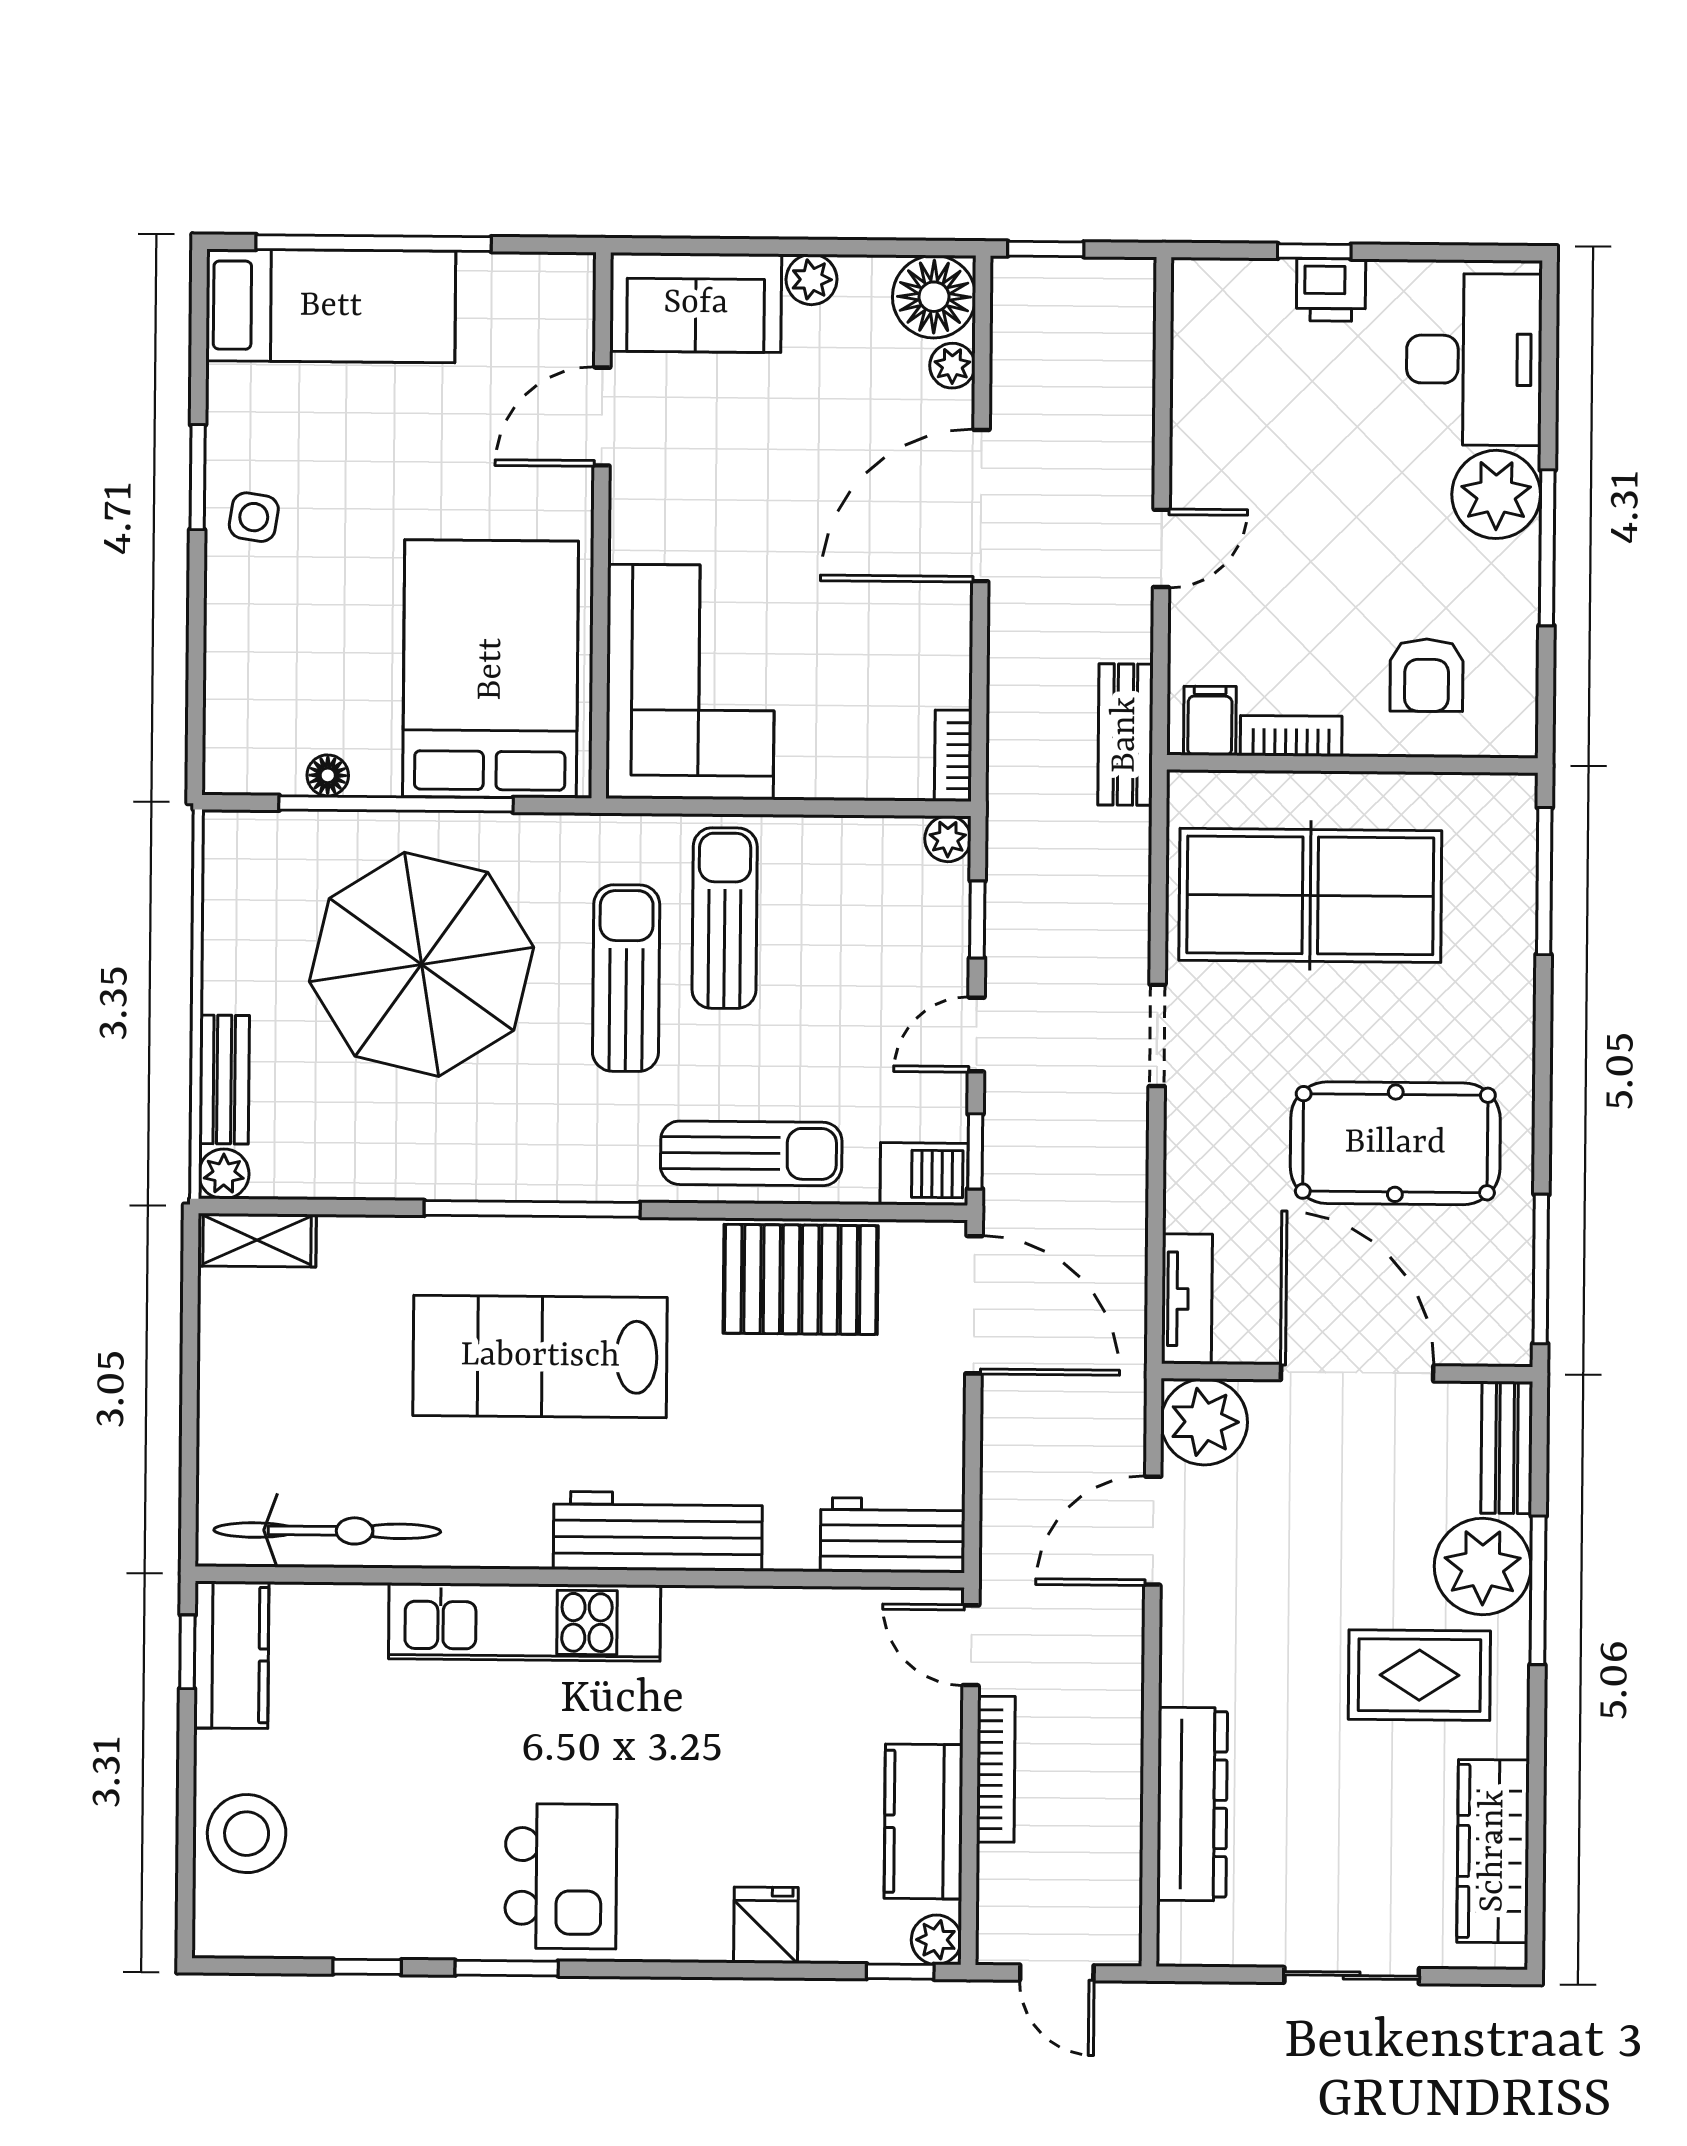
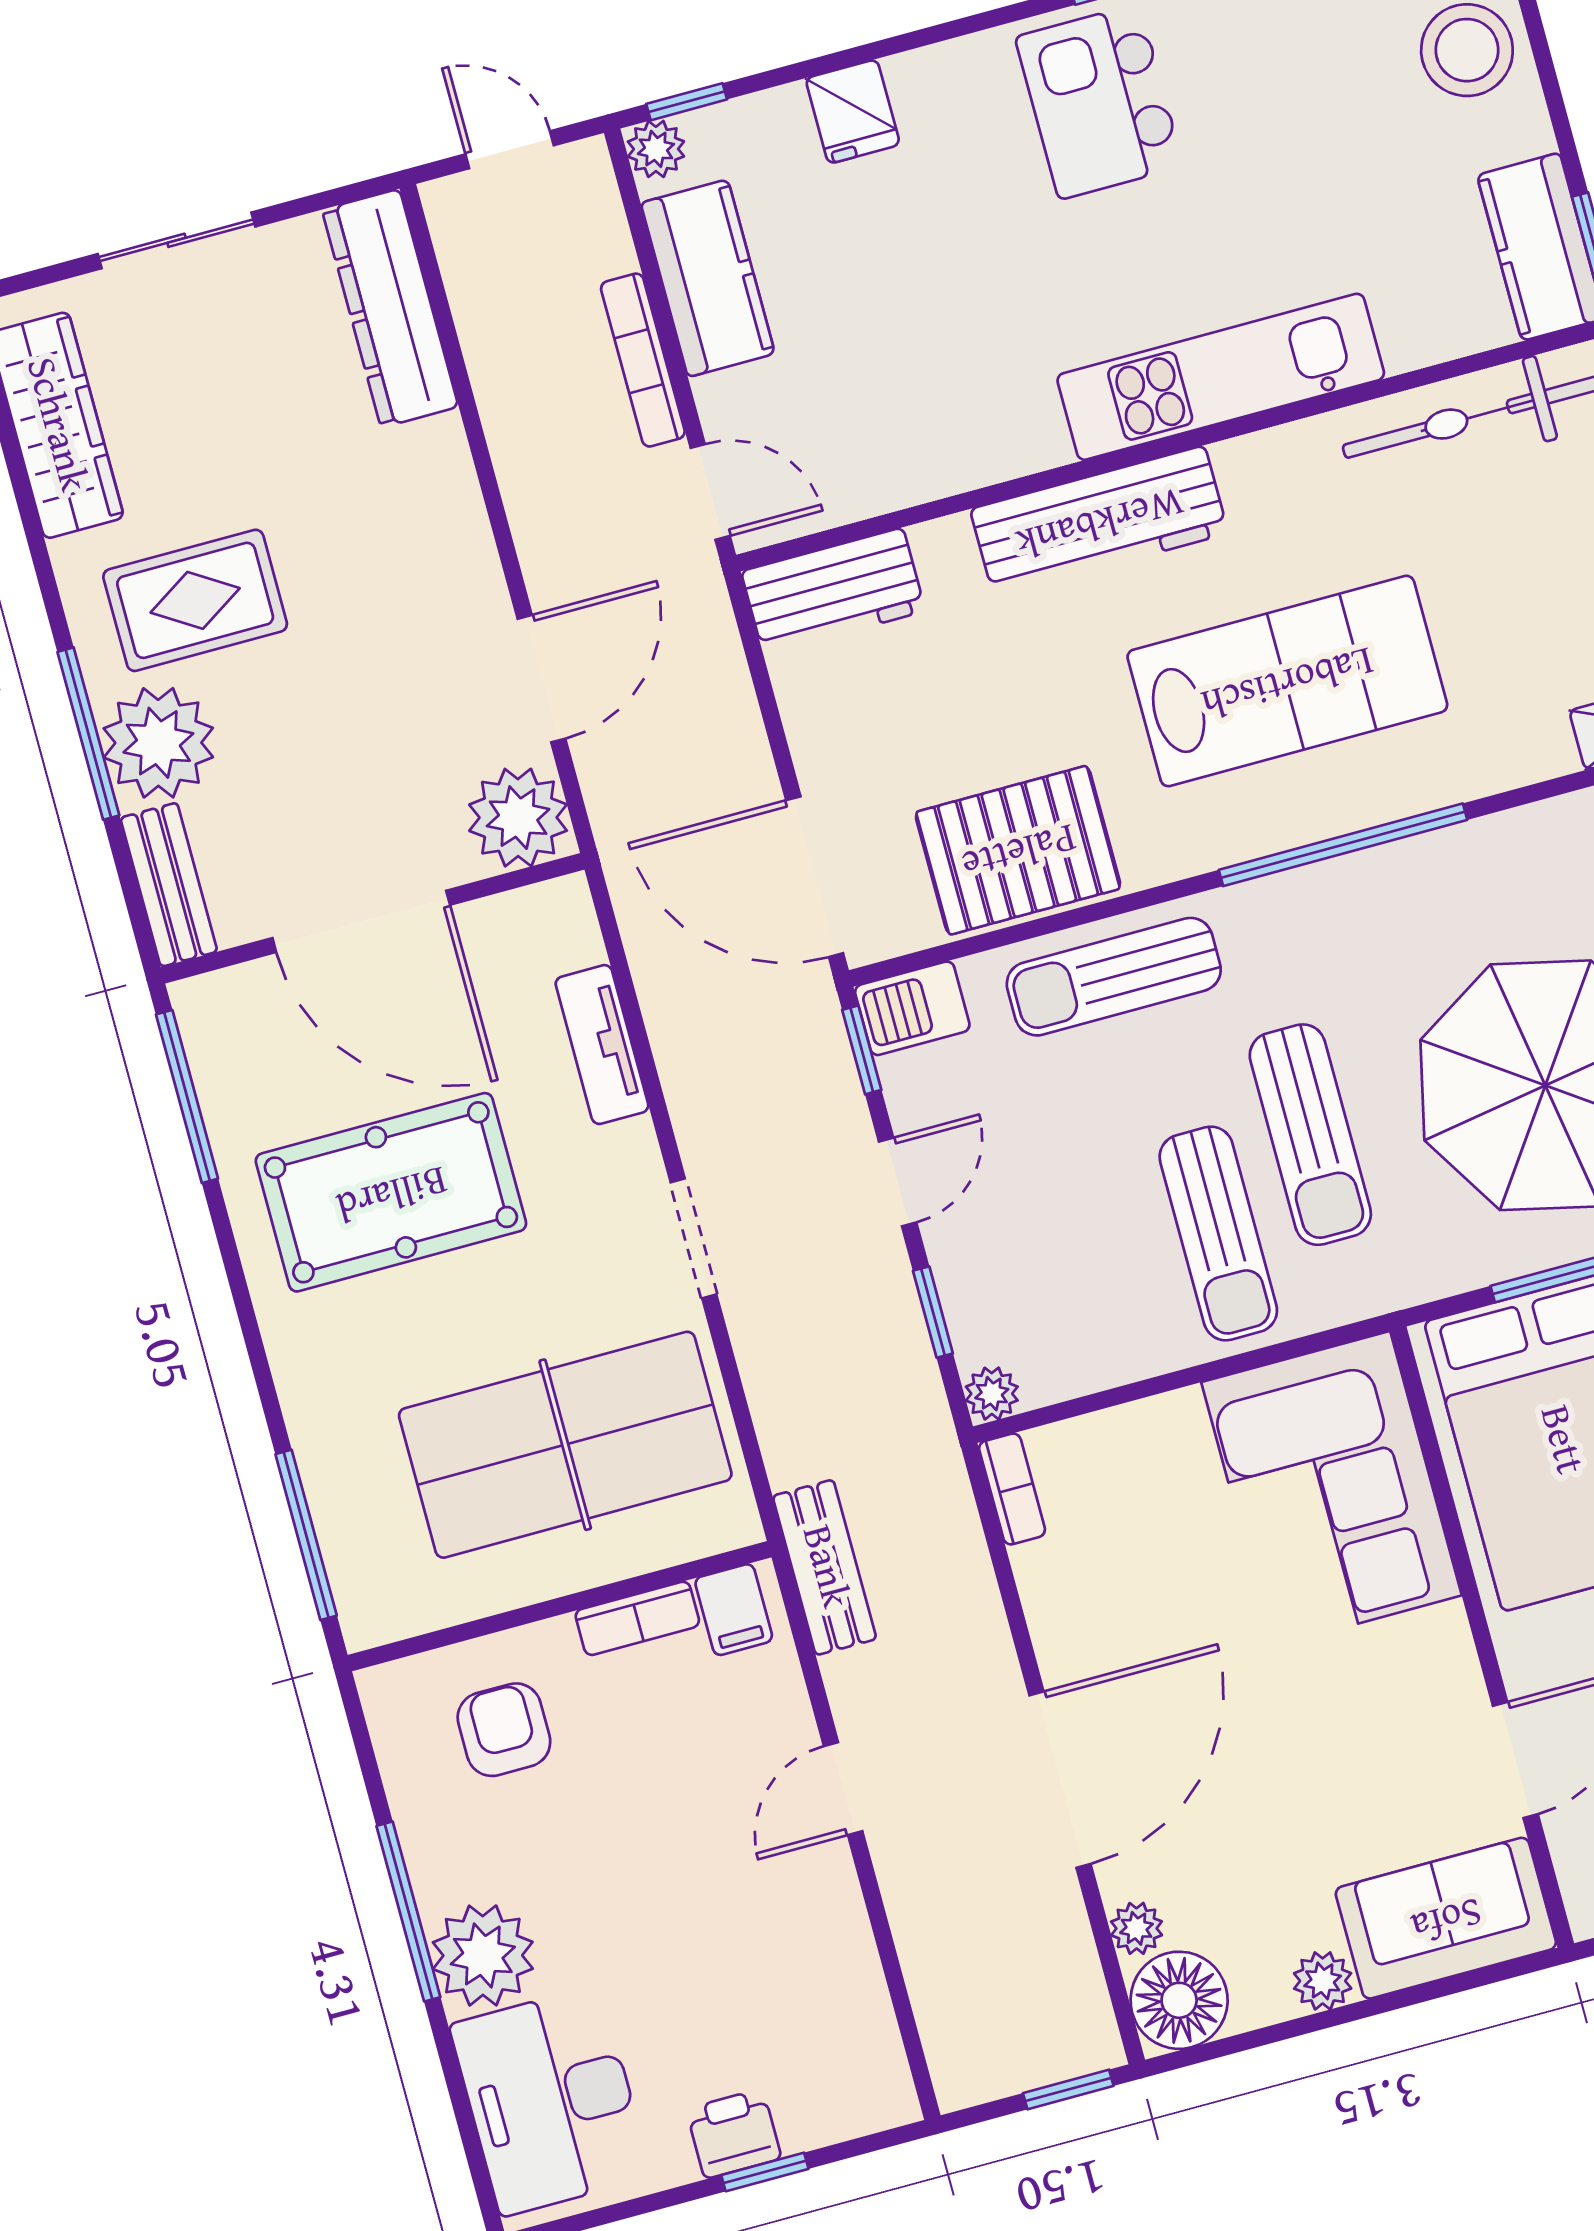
tv unit: (1187, 1299) -> (602, 1045), moved
dresser: (1192, 1804) -> (390, 308), moved

